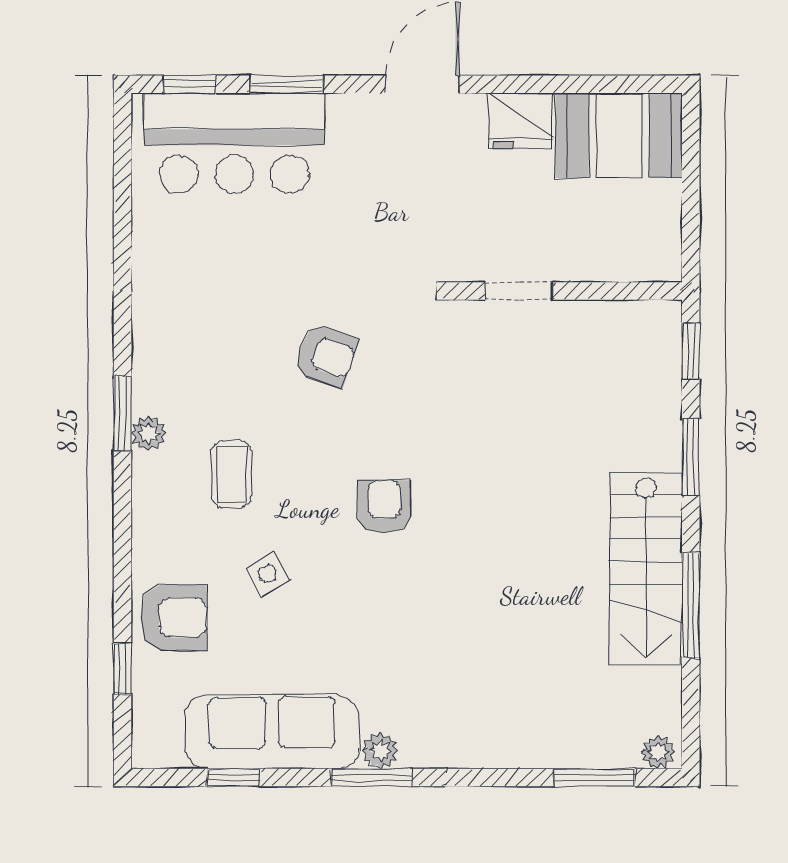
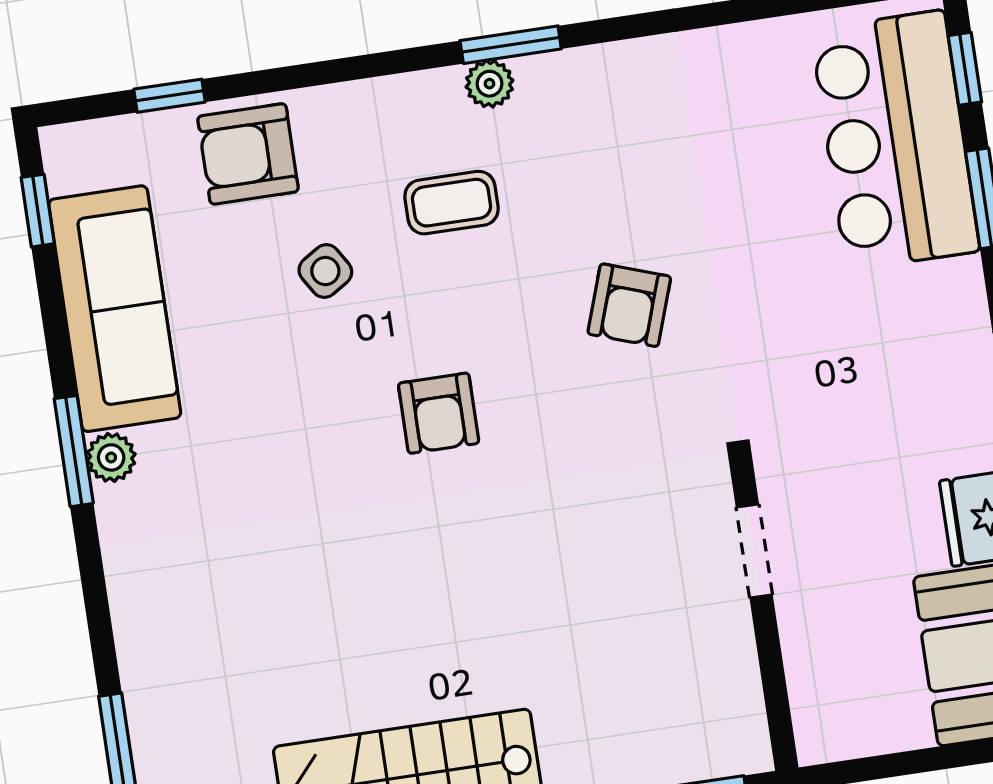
armchair: (384, 507) -> (439, 413), turned 90
armchair: (174, 618) -> (248, 154), turned 90
window: (234, 777) -> (38, 211), moved

